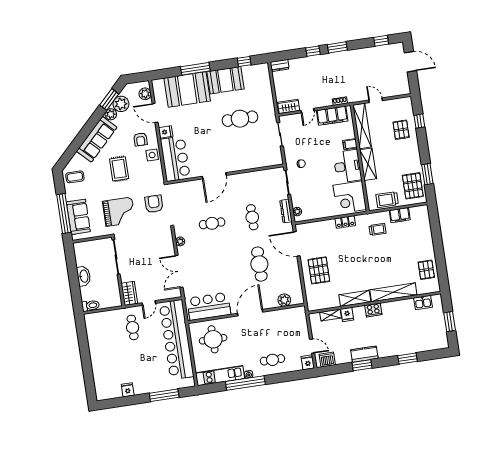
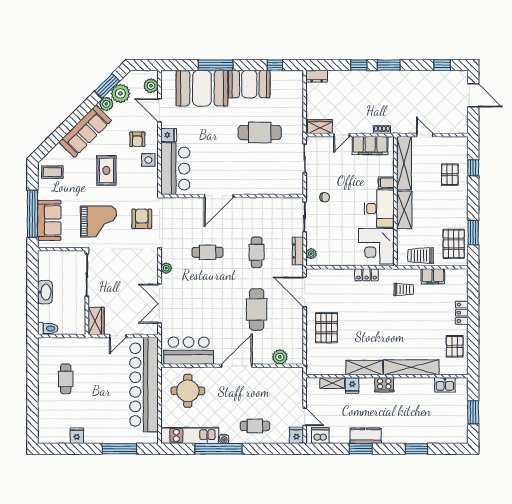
locker: (428, 241) -> (462, 313), added
cafe table: (133, 327) -> (66, 379), moved

